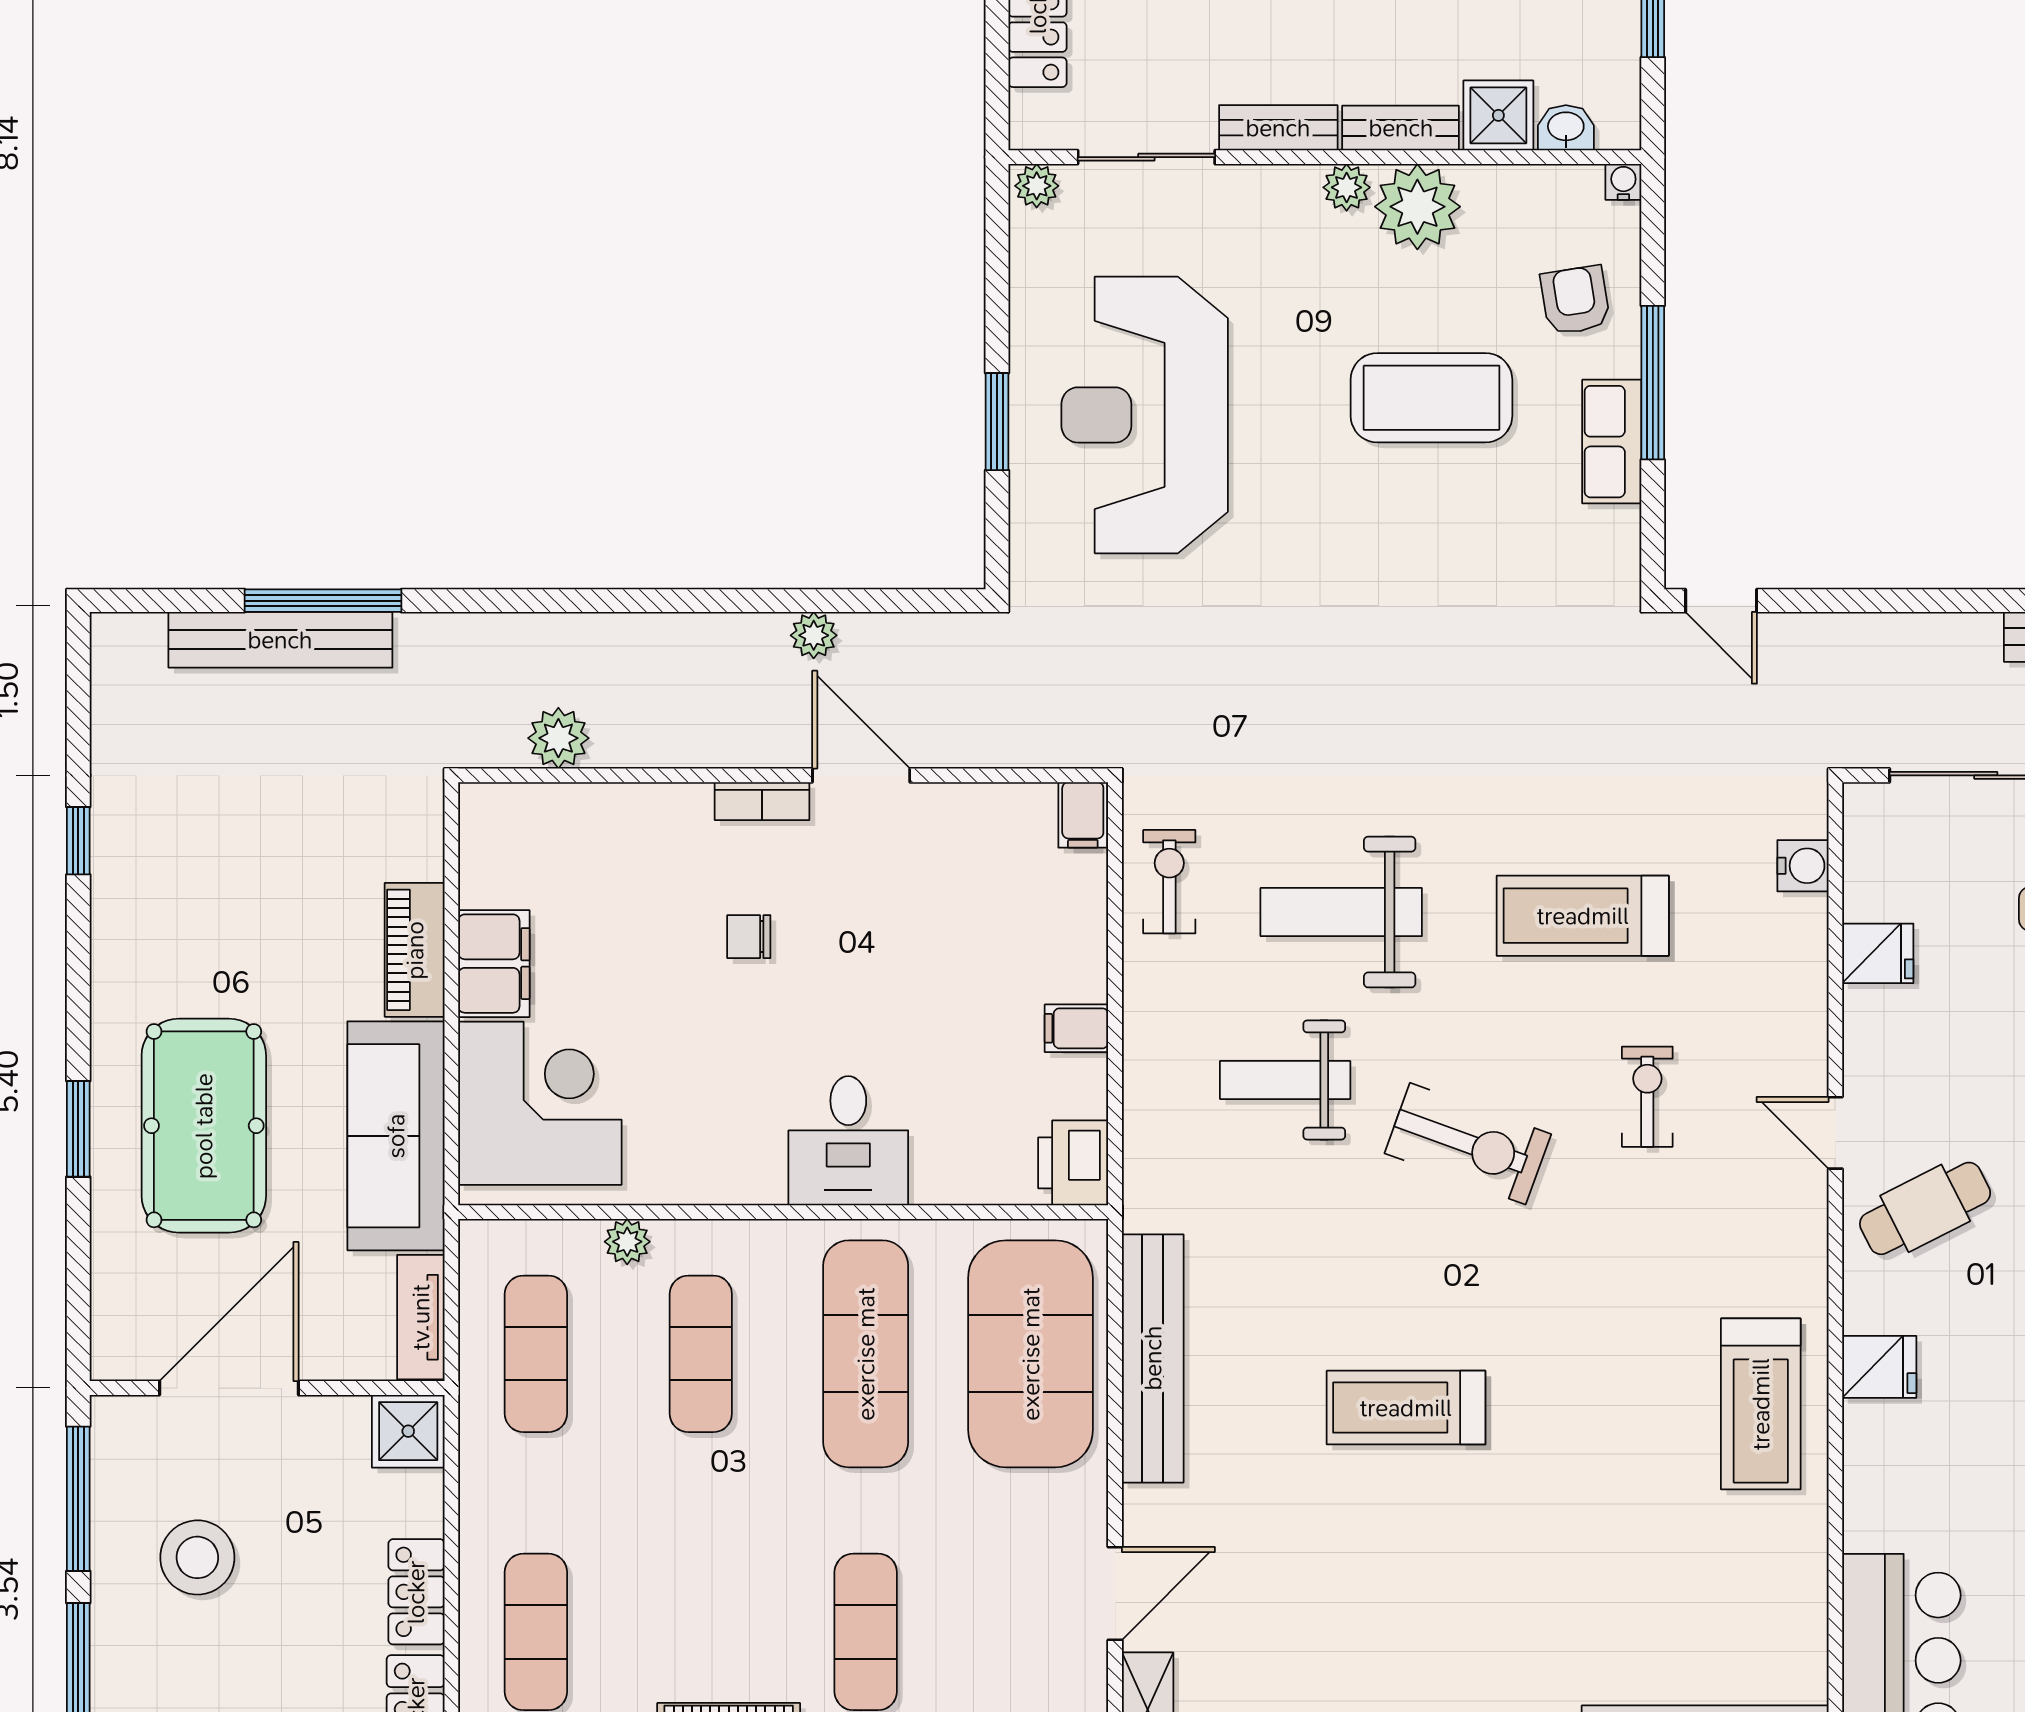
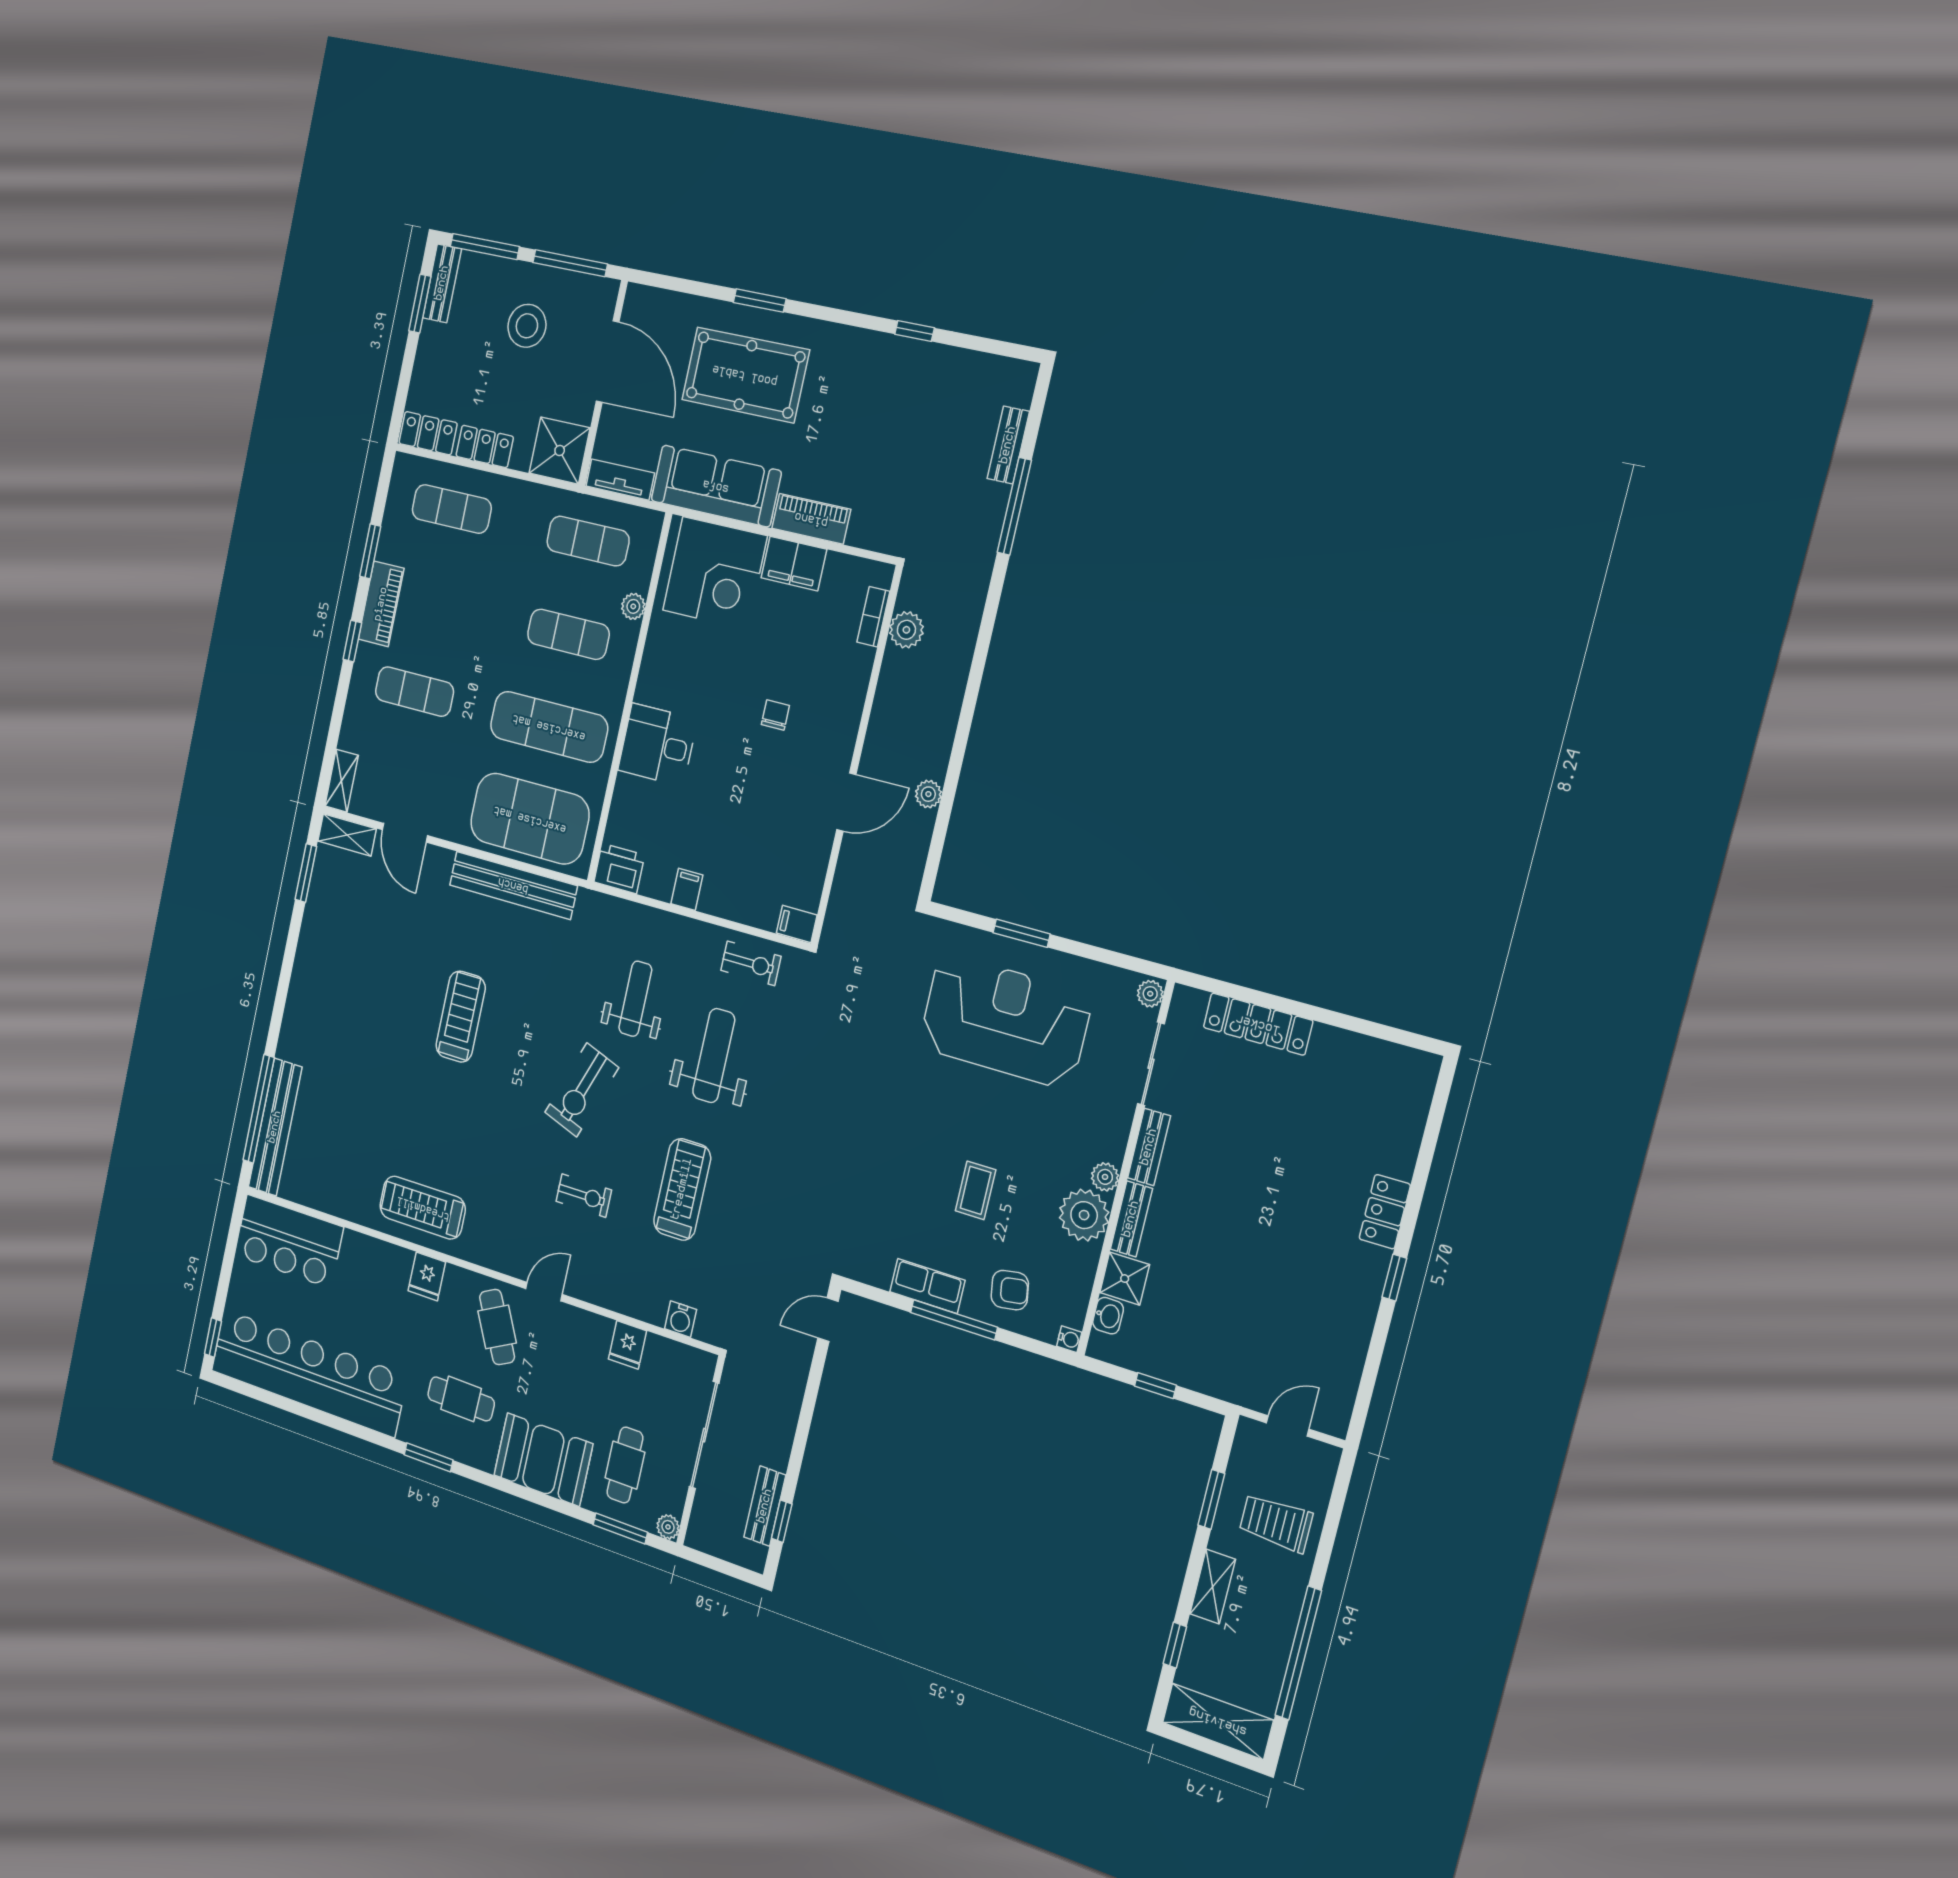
coffee table: (1431, 398) -> (975, 1190), width x0.54, depth x0.58
bench: (280, 640) -> (1008, 445), width x0.54, depth x0.82
bookcase: (762, 801) -> (873, 617), moved
shower: (408, 1431) -> (560, 450), width x1.36, depth x1.36

